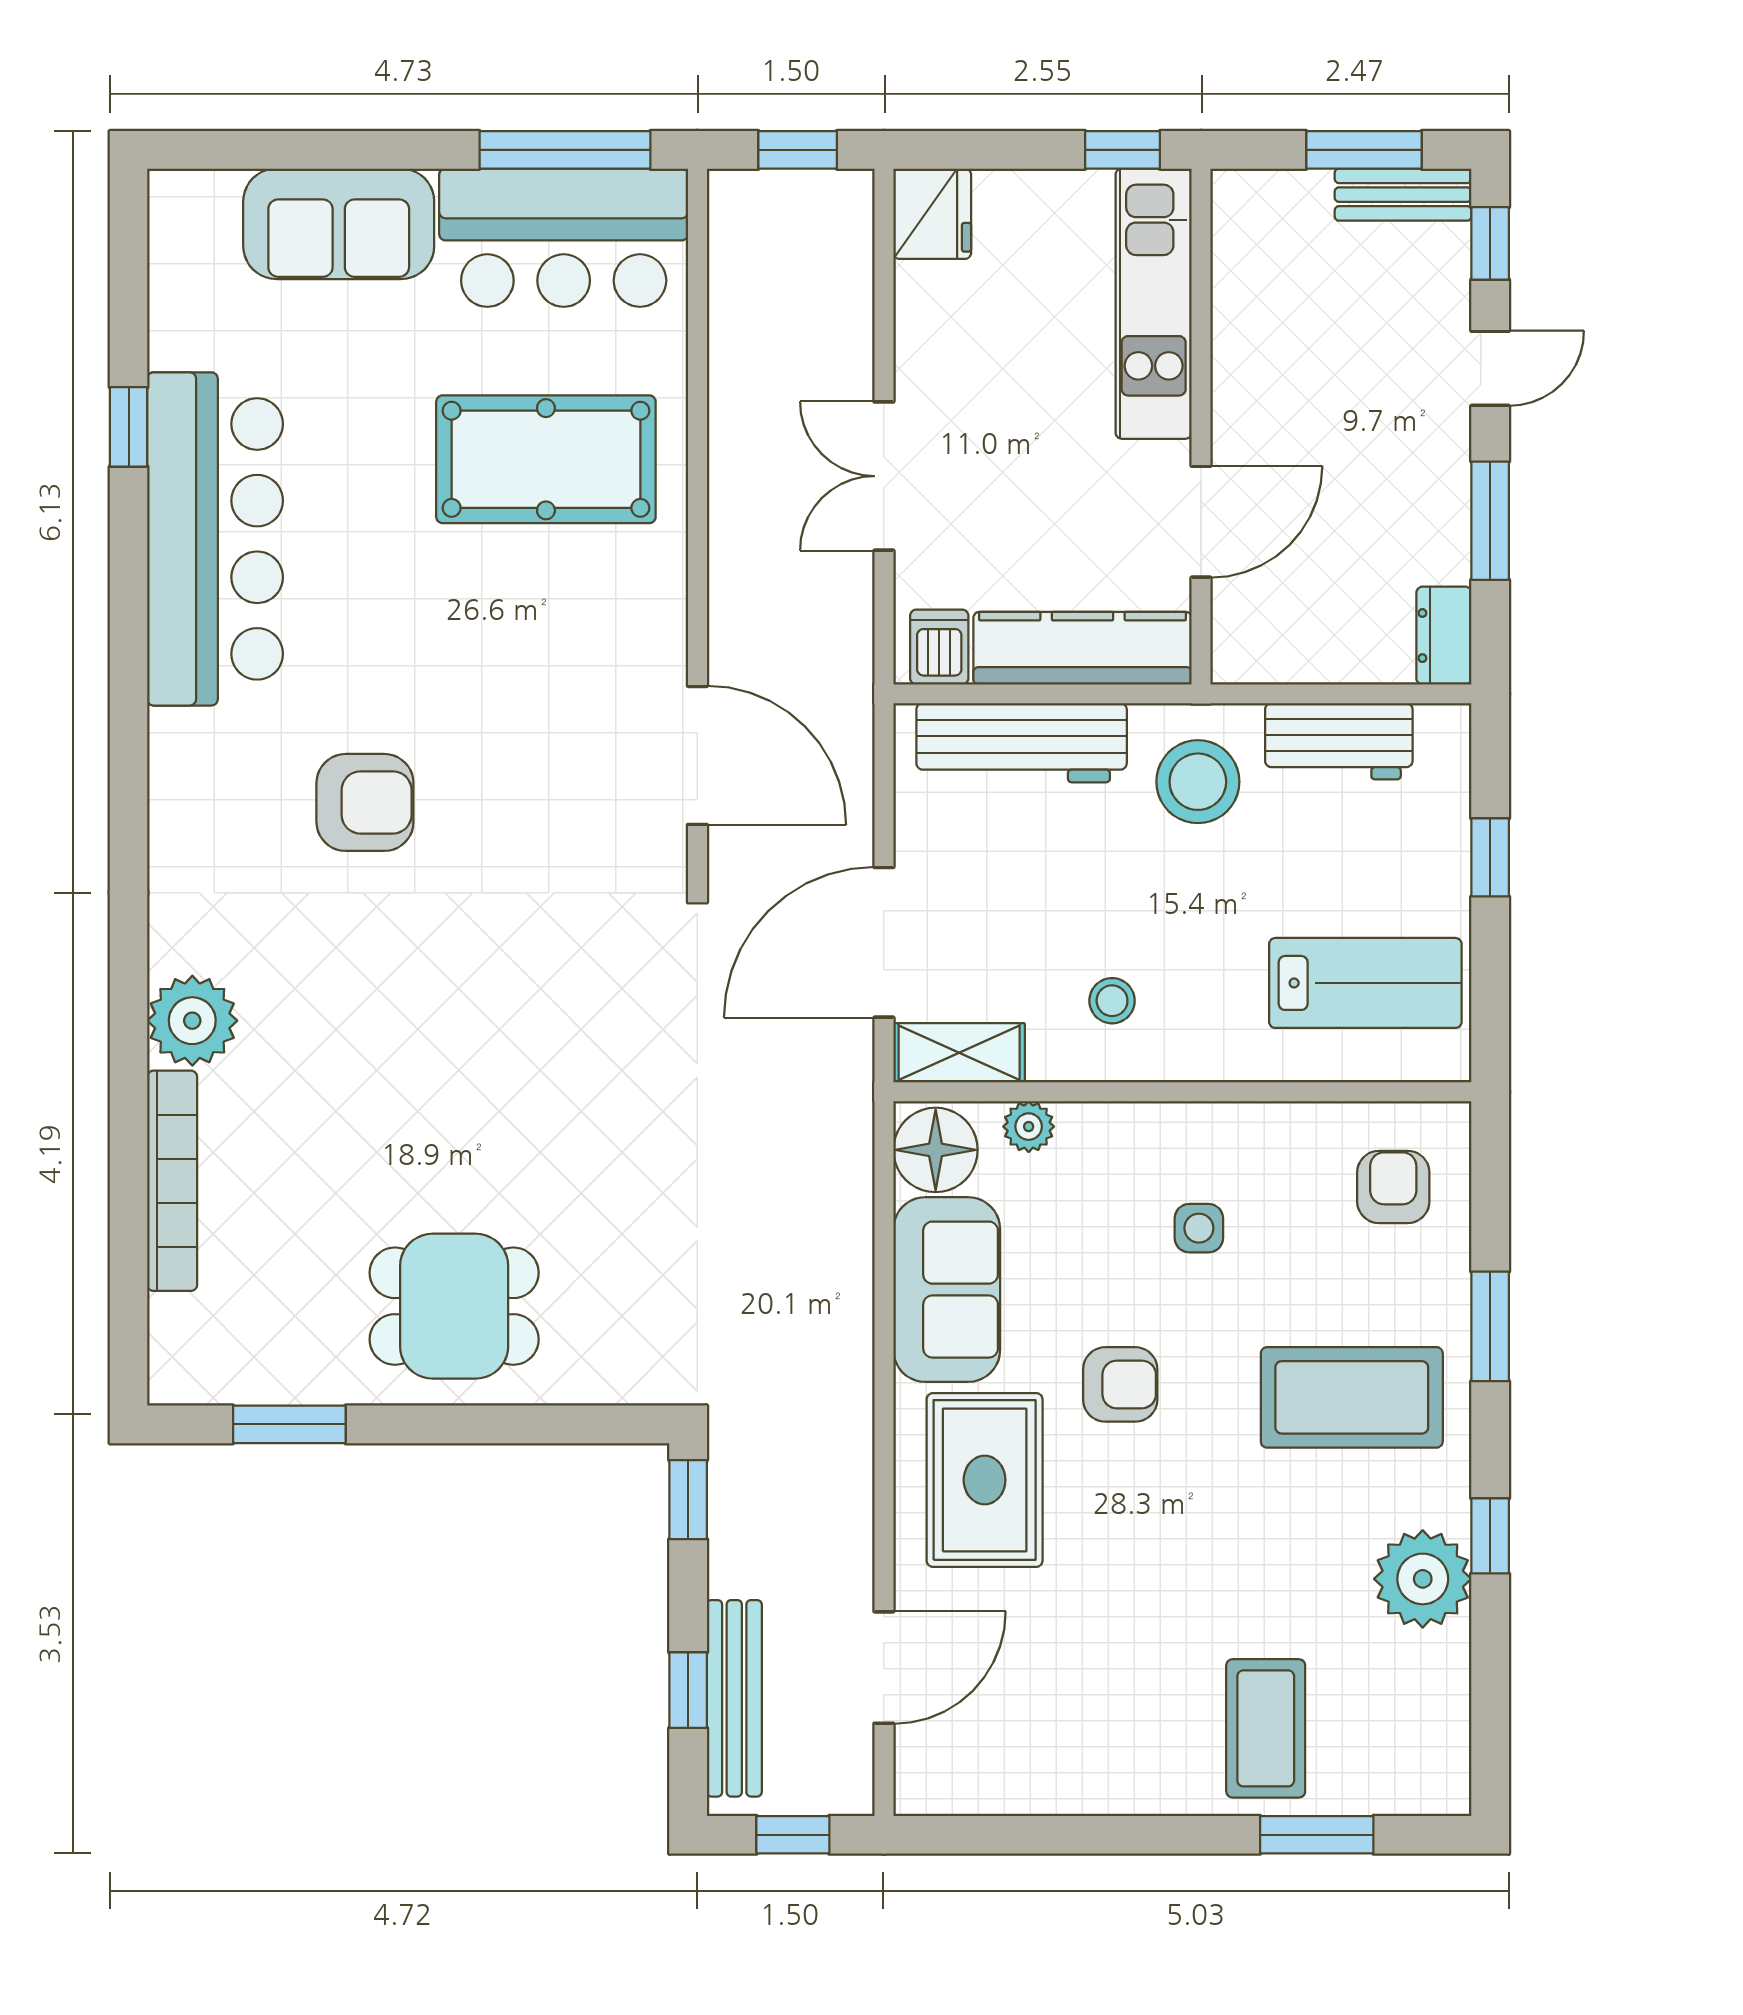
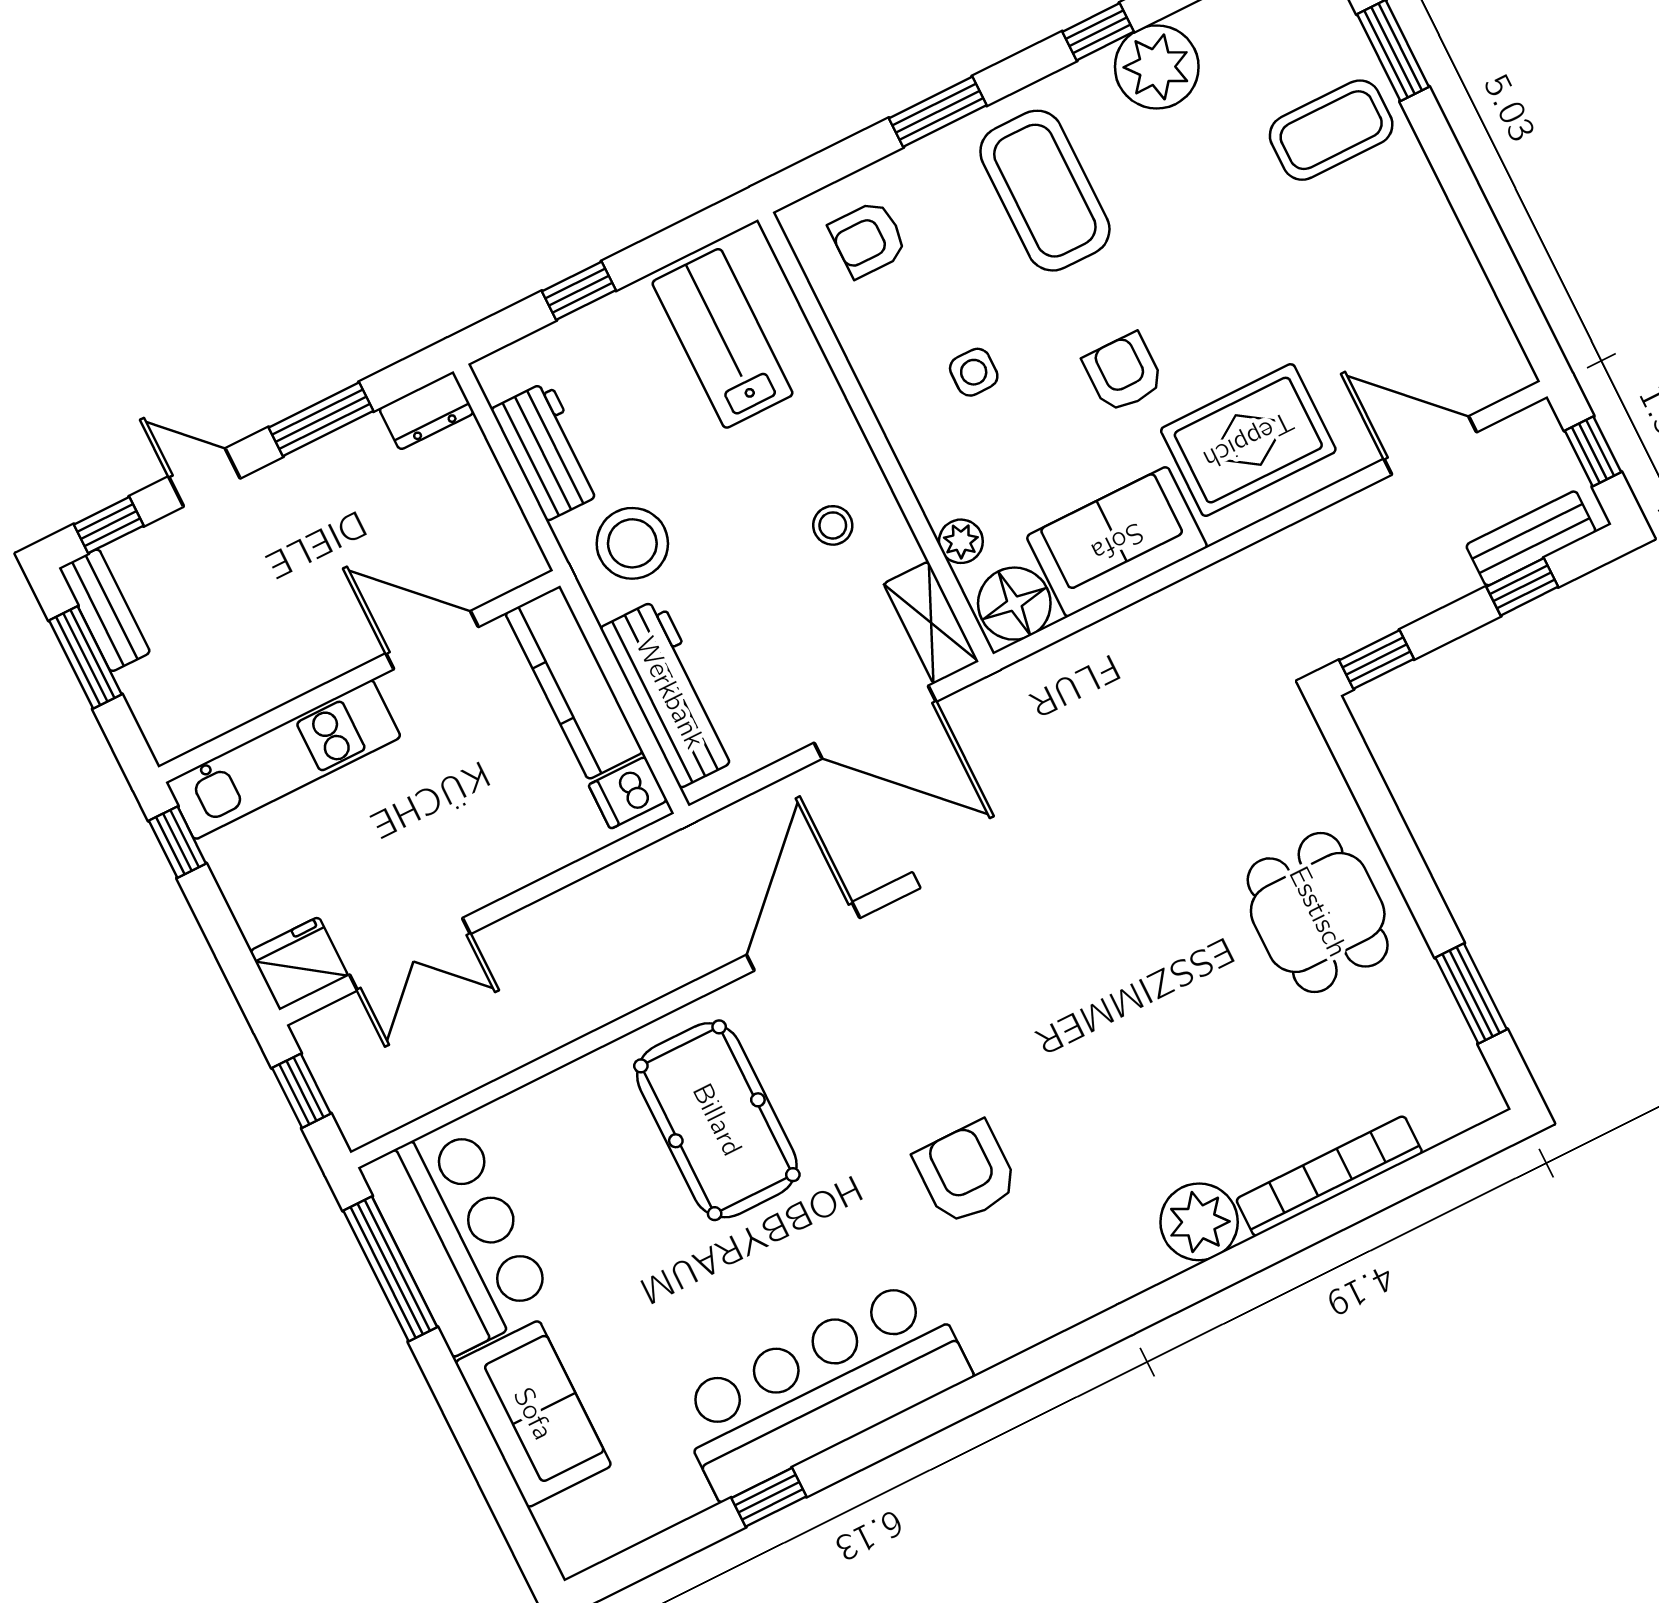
pool table: (546, 459) -> (717, 1120), moved
double door: (884, 476) -> (410, 954), moved
bench: (734, 1698) -> (1531, 538), width x0.73

